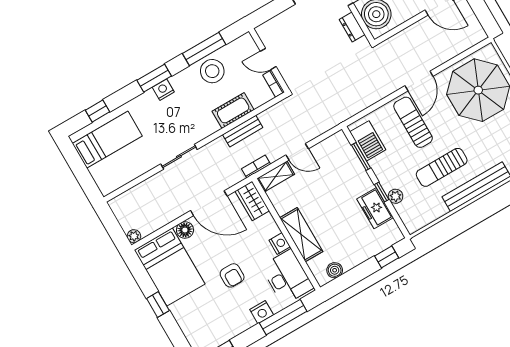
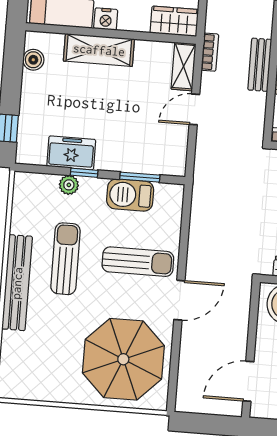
door: (419, 81) -> (179, 300), swing flipped
barbecue: (368, 141) -> (130, 195), moved

